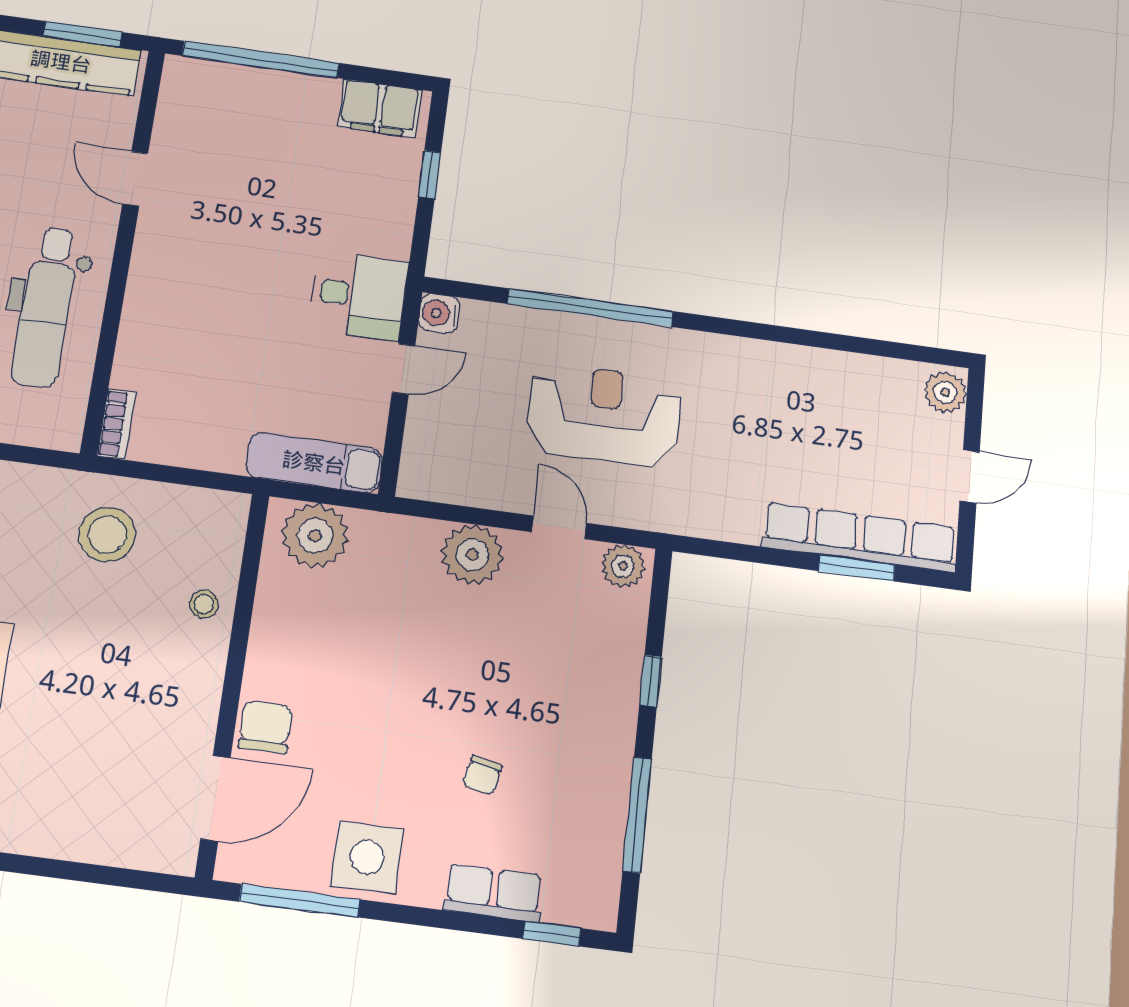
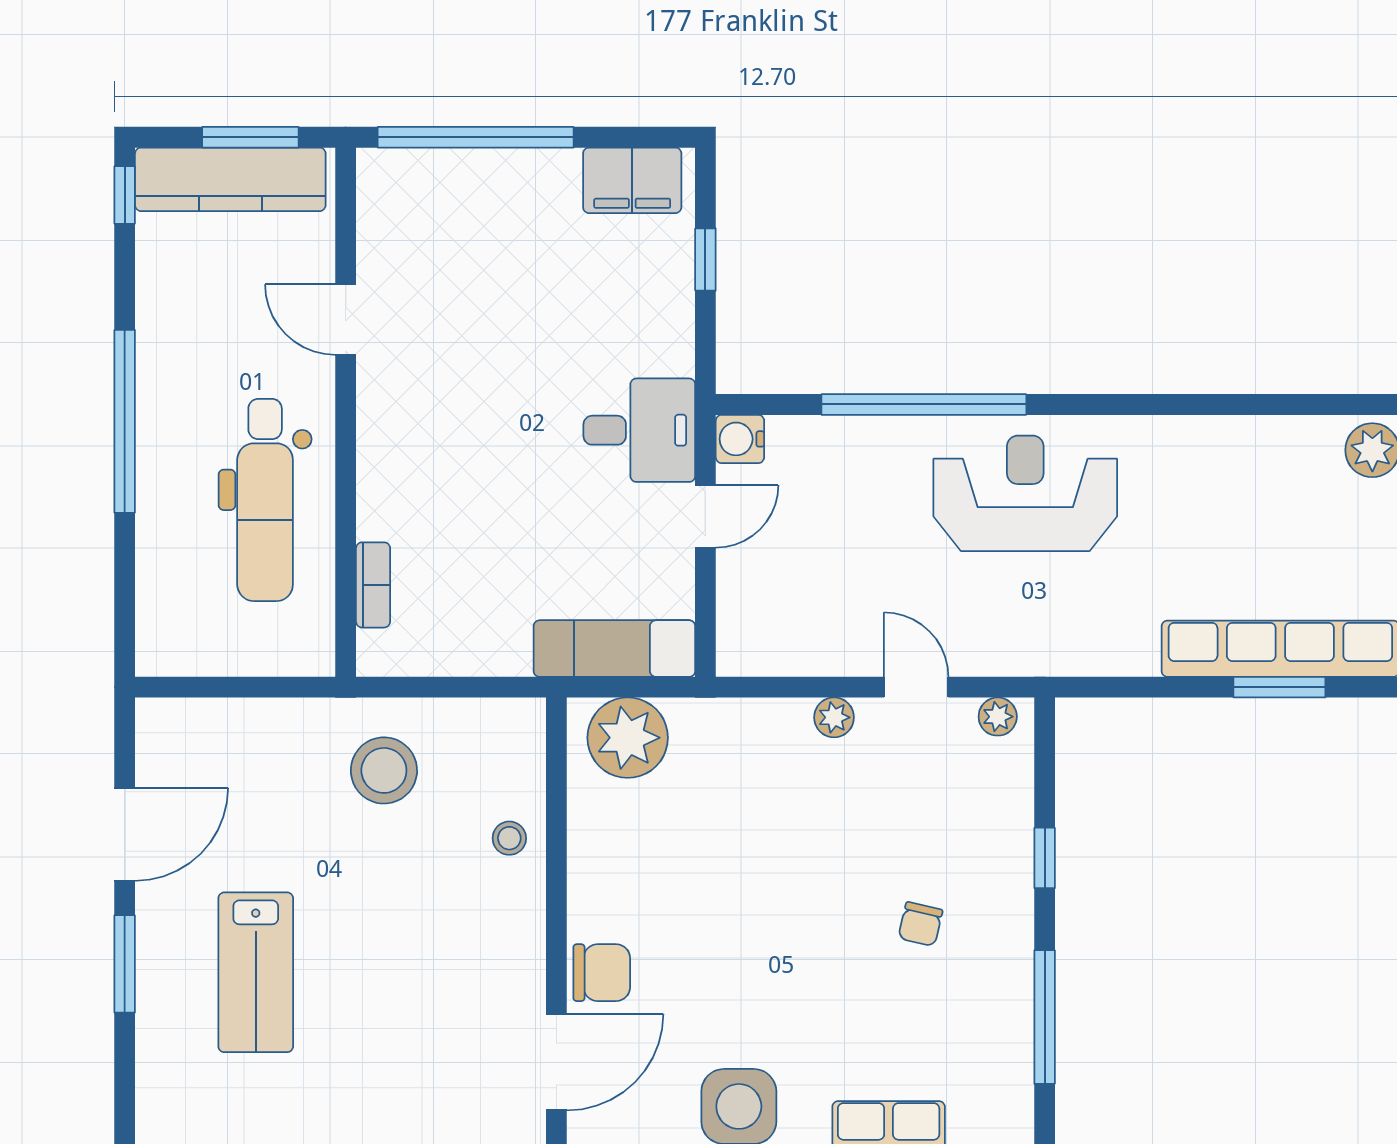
reception desk: (604, 415) -> (1025, 493), moved
bookcase: (117, 424) -> (373, 585), moved
plant: (472, 555) -> (834, 717), width x0.53, depth x0.53
plant: (623, 566) -> (998, 717), width x0.73, depth x0.73
chair: (265, 727) -> (602, 973), turned 90
chair: (482, 775) -> (920, 924), moved

